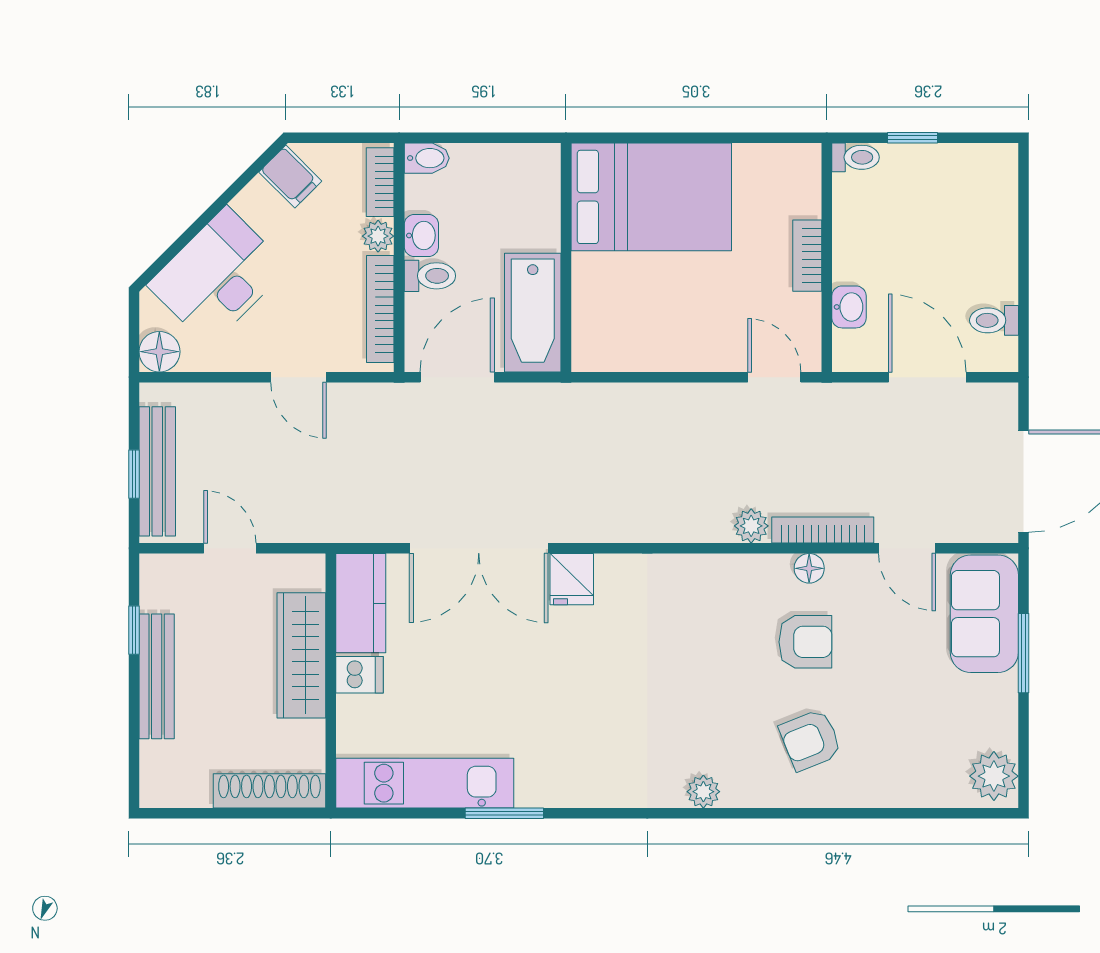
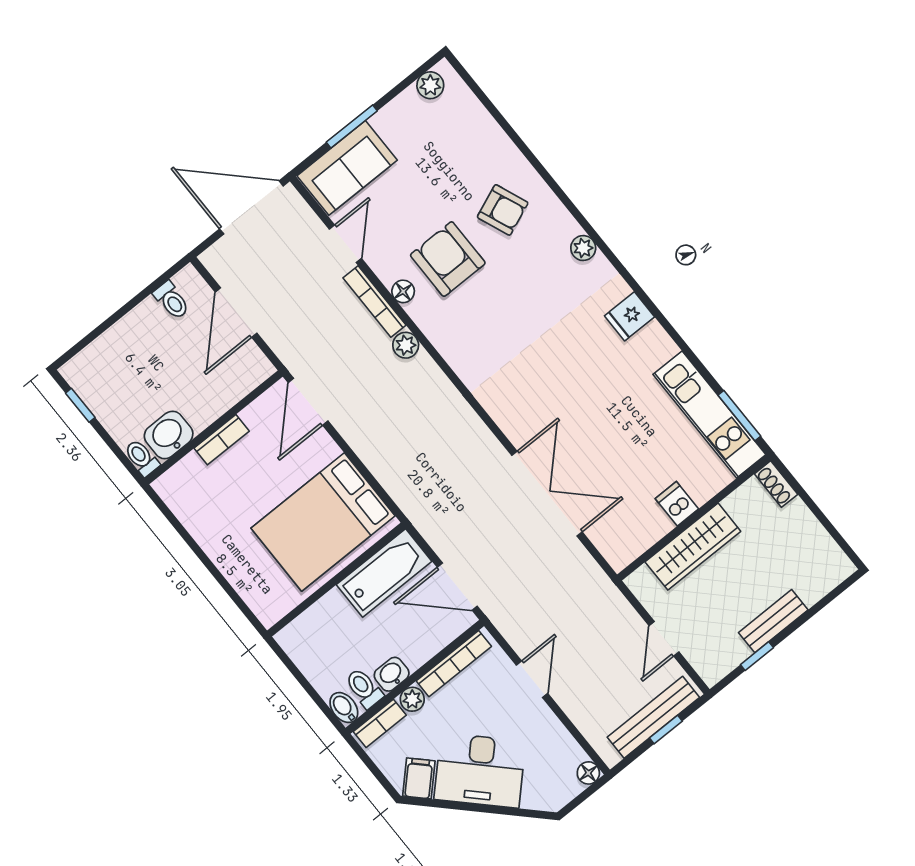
window: (912, 138) -> (80, 405), moved
bed: (651, 197) -> (323, 522), moved, turned -90
desk: (218, 276) -> (480, 770), moved
toilet: (430, 276) -> (364, 688), moved
washbasin: (849, 307) -> (169, 435), moved, width x1.38, depth x1.45
floor lamp: (159, 352) -> (588, 773), width x0.73, depth x0.73
door: (774, 377) -> (308, 402), width x1.38
fridge: (572, 579) -> (629, 316), moved, turned 180
kitchen counter: (361, 603) -> (634, 537), removed
armchair: (805, 642) -> (448, 259), width x1.38, depth x1.38
bench: (157, 676) -> (773, 621), width x0.73
plant: (994, 776) -> (430, 85), width x0.73, depth x0.73
shoe rack: (269, 791) -> (776, 484), width x0.51, depth x0.81
window: (504, 813) -> (739, 416), moved

